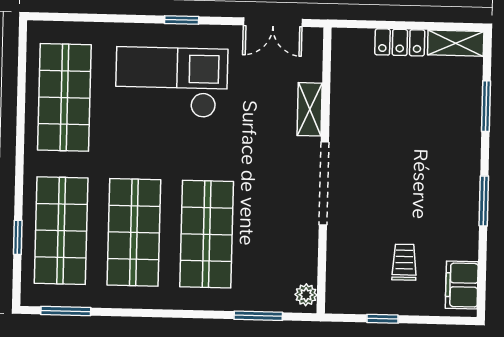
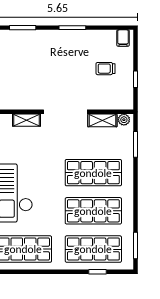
shelving: (306, 254) -> (102, 120), added
filing cabinet: (462, 285) -> (123, 38), width x0.50

